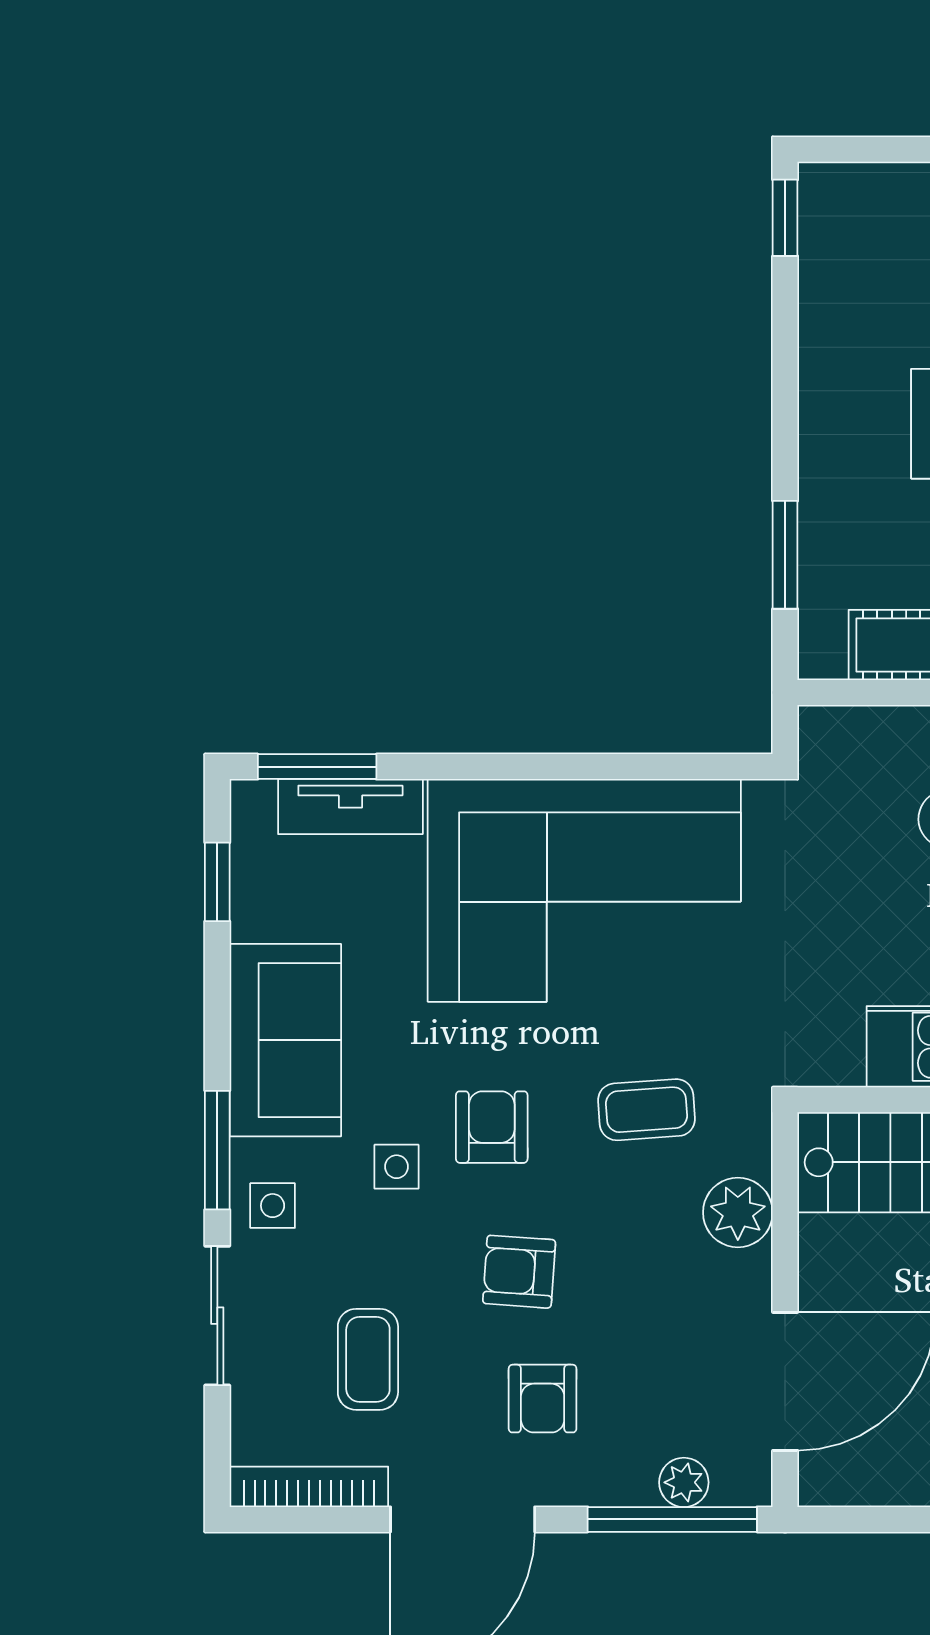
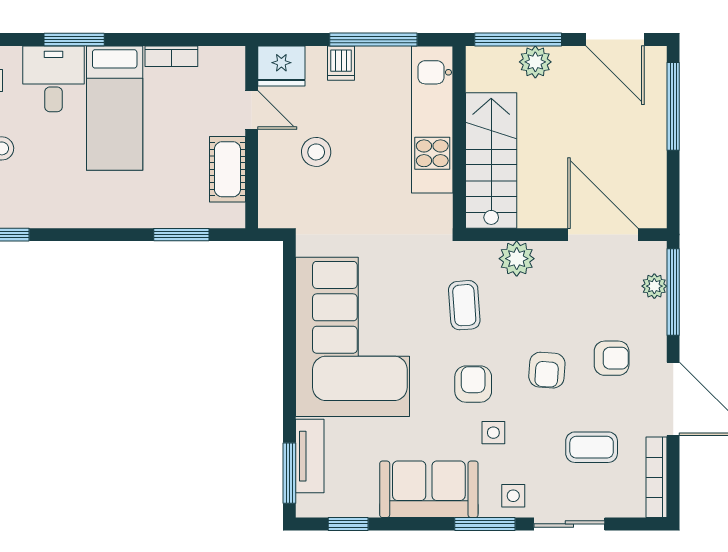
armchair: (492, 1127) -> (473, 384), turned 90

